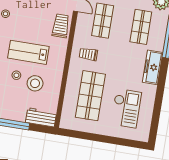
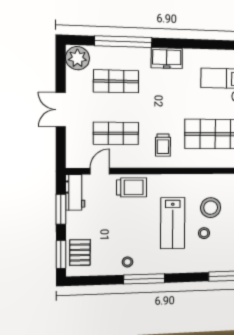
trolley: (61, 26) -> (132, 187), turned 180
freezer: (153, 67) -> (167, 58), width x0.71

